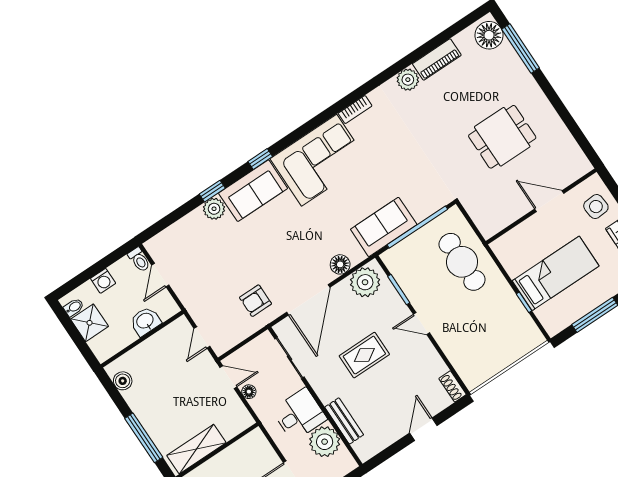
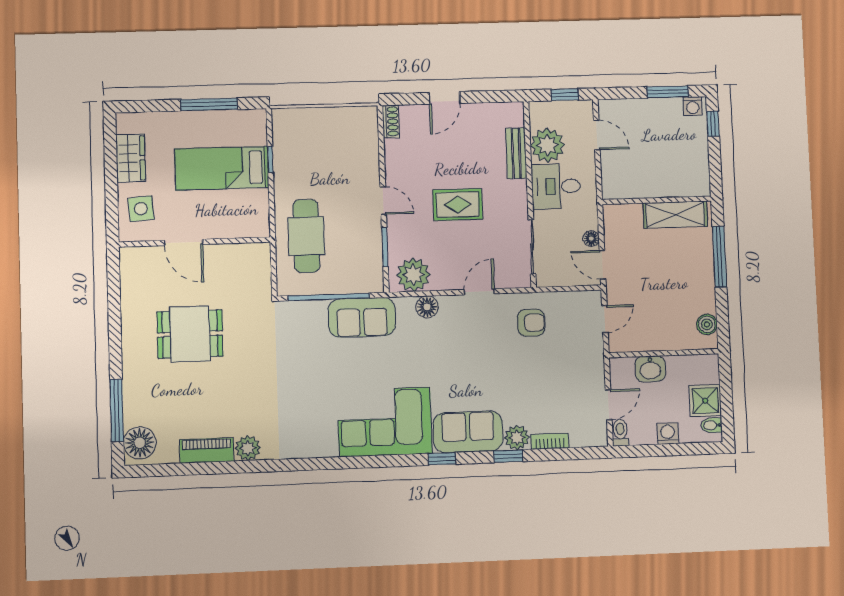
bookcase: (355, 110) -> (550, 441), moved
door: (308, 300) -> (479, 292), width x0.53

